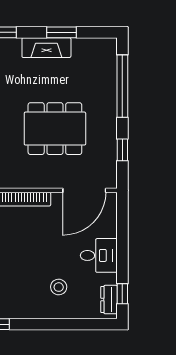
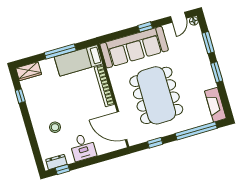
window: (62, 32) -> (217, 72), moved
fireplace: (46, 48) -> (215, 105), moved
dining table: (55, 129) -> (156, 95), width x1.36, depth x1.24

